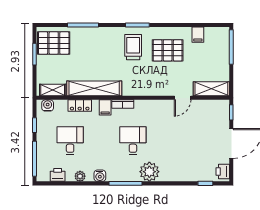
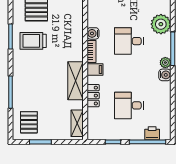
pallet: (54, 43) -> (29, 122), width x0.67, depth x0.71
shelving: (94, 88) -> (75, 81), width x0.68
water cooler: (48, 105) -> (93, 33), moved
printer: (58, 175) -> (152, 133), moved, turned 90
plant: (80, 176) -> (165, 63), moved

